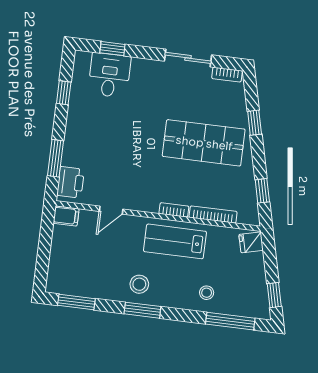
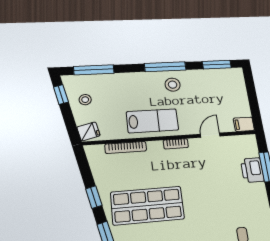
printer: (71, 182) -> (252, 170), moved
window: (262, 191) -> (94, 197), moved
bookcase: (174, 210) -> (176, 144), moved
stool: (207, 293) -> (85, 100), moved
window: (142, 310) -> (165, 67), width x1.44

